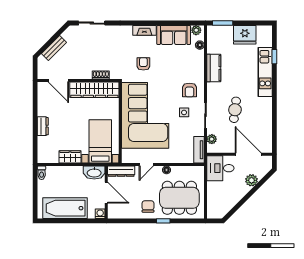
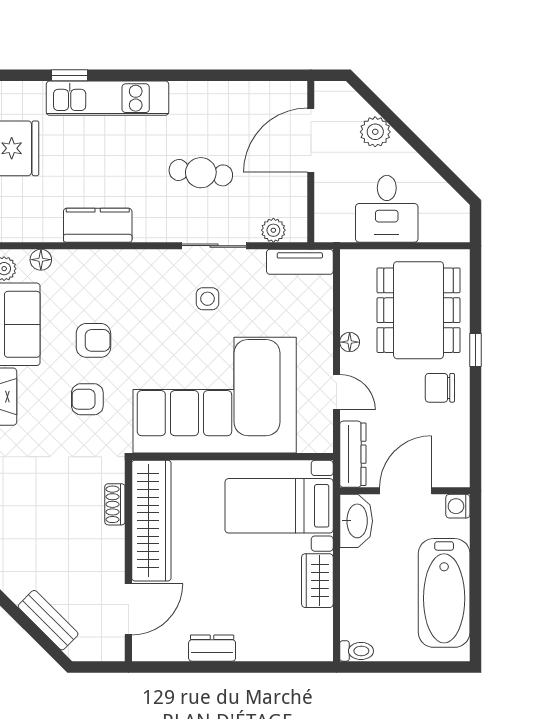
armchair: (189, 90) -> (93, 340), moved
dresser: (43, 126) -> (212, 648), moved
desk: (220, 168) -> (387, 209), moved

